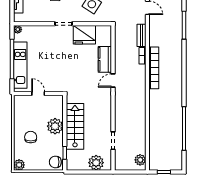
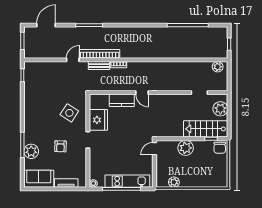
bookcase: (154, 68) -> (100, 54), moved
door: (38, 94) -> (154, 149), moved
stairs: (75, 126) -> (206, 129), moved
chair: (31, 137) -> (196, 171), removed
plant: (19, 165) -> (174, 182), moved

